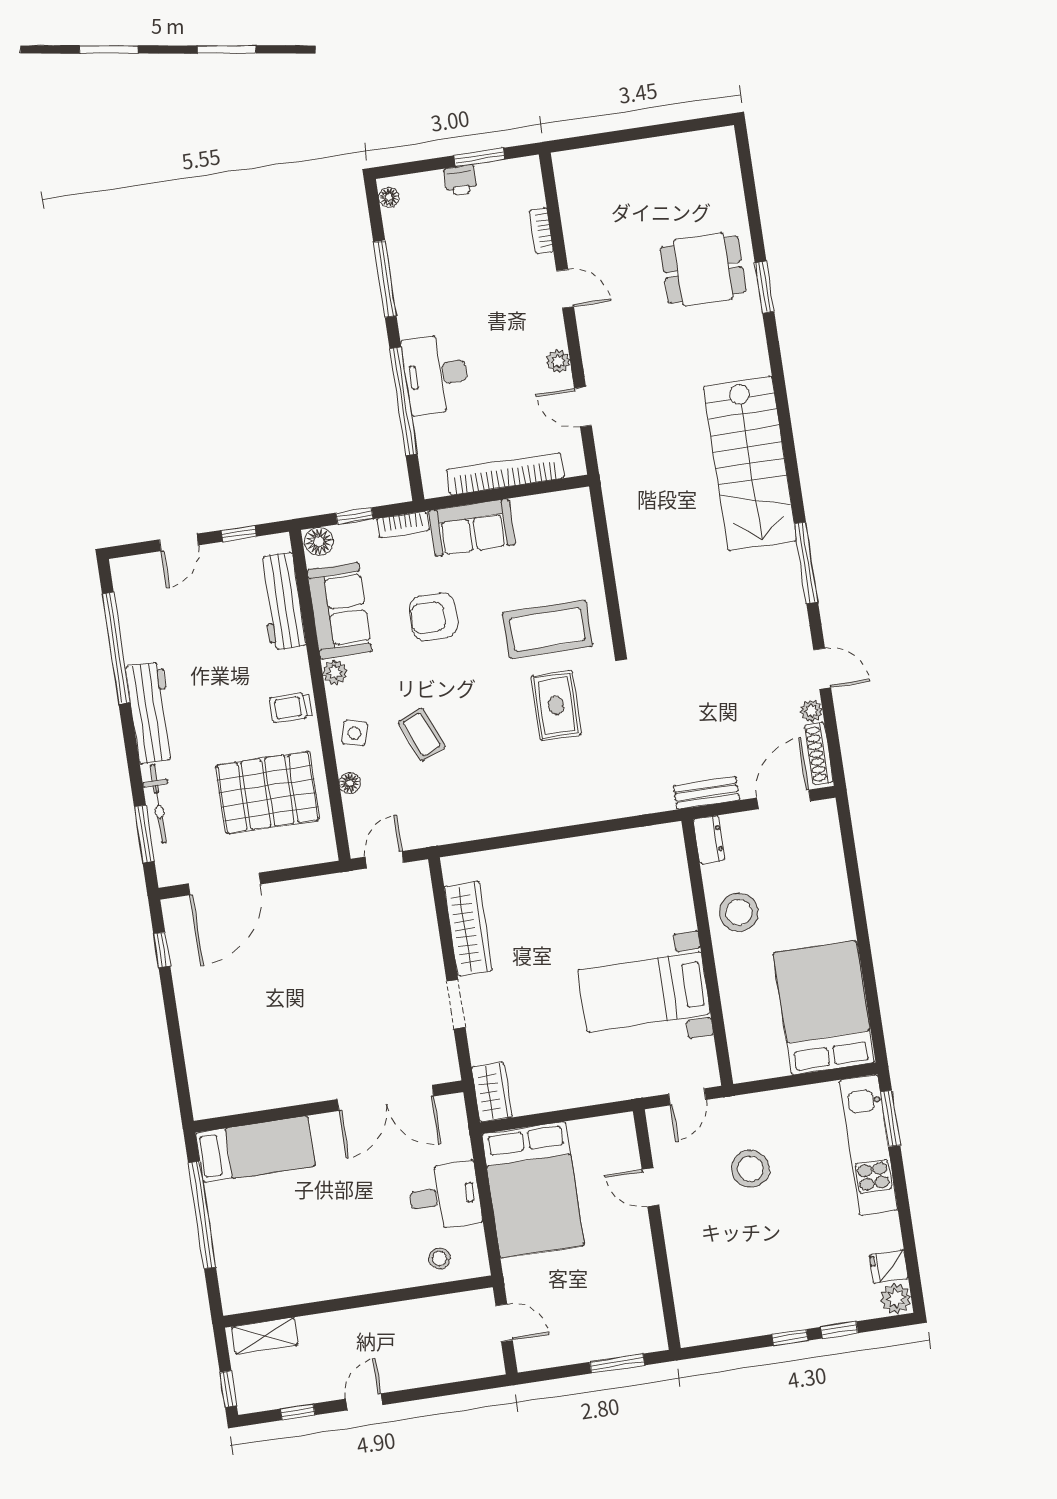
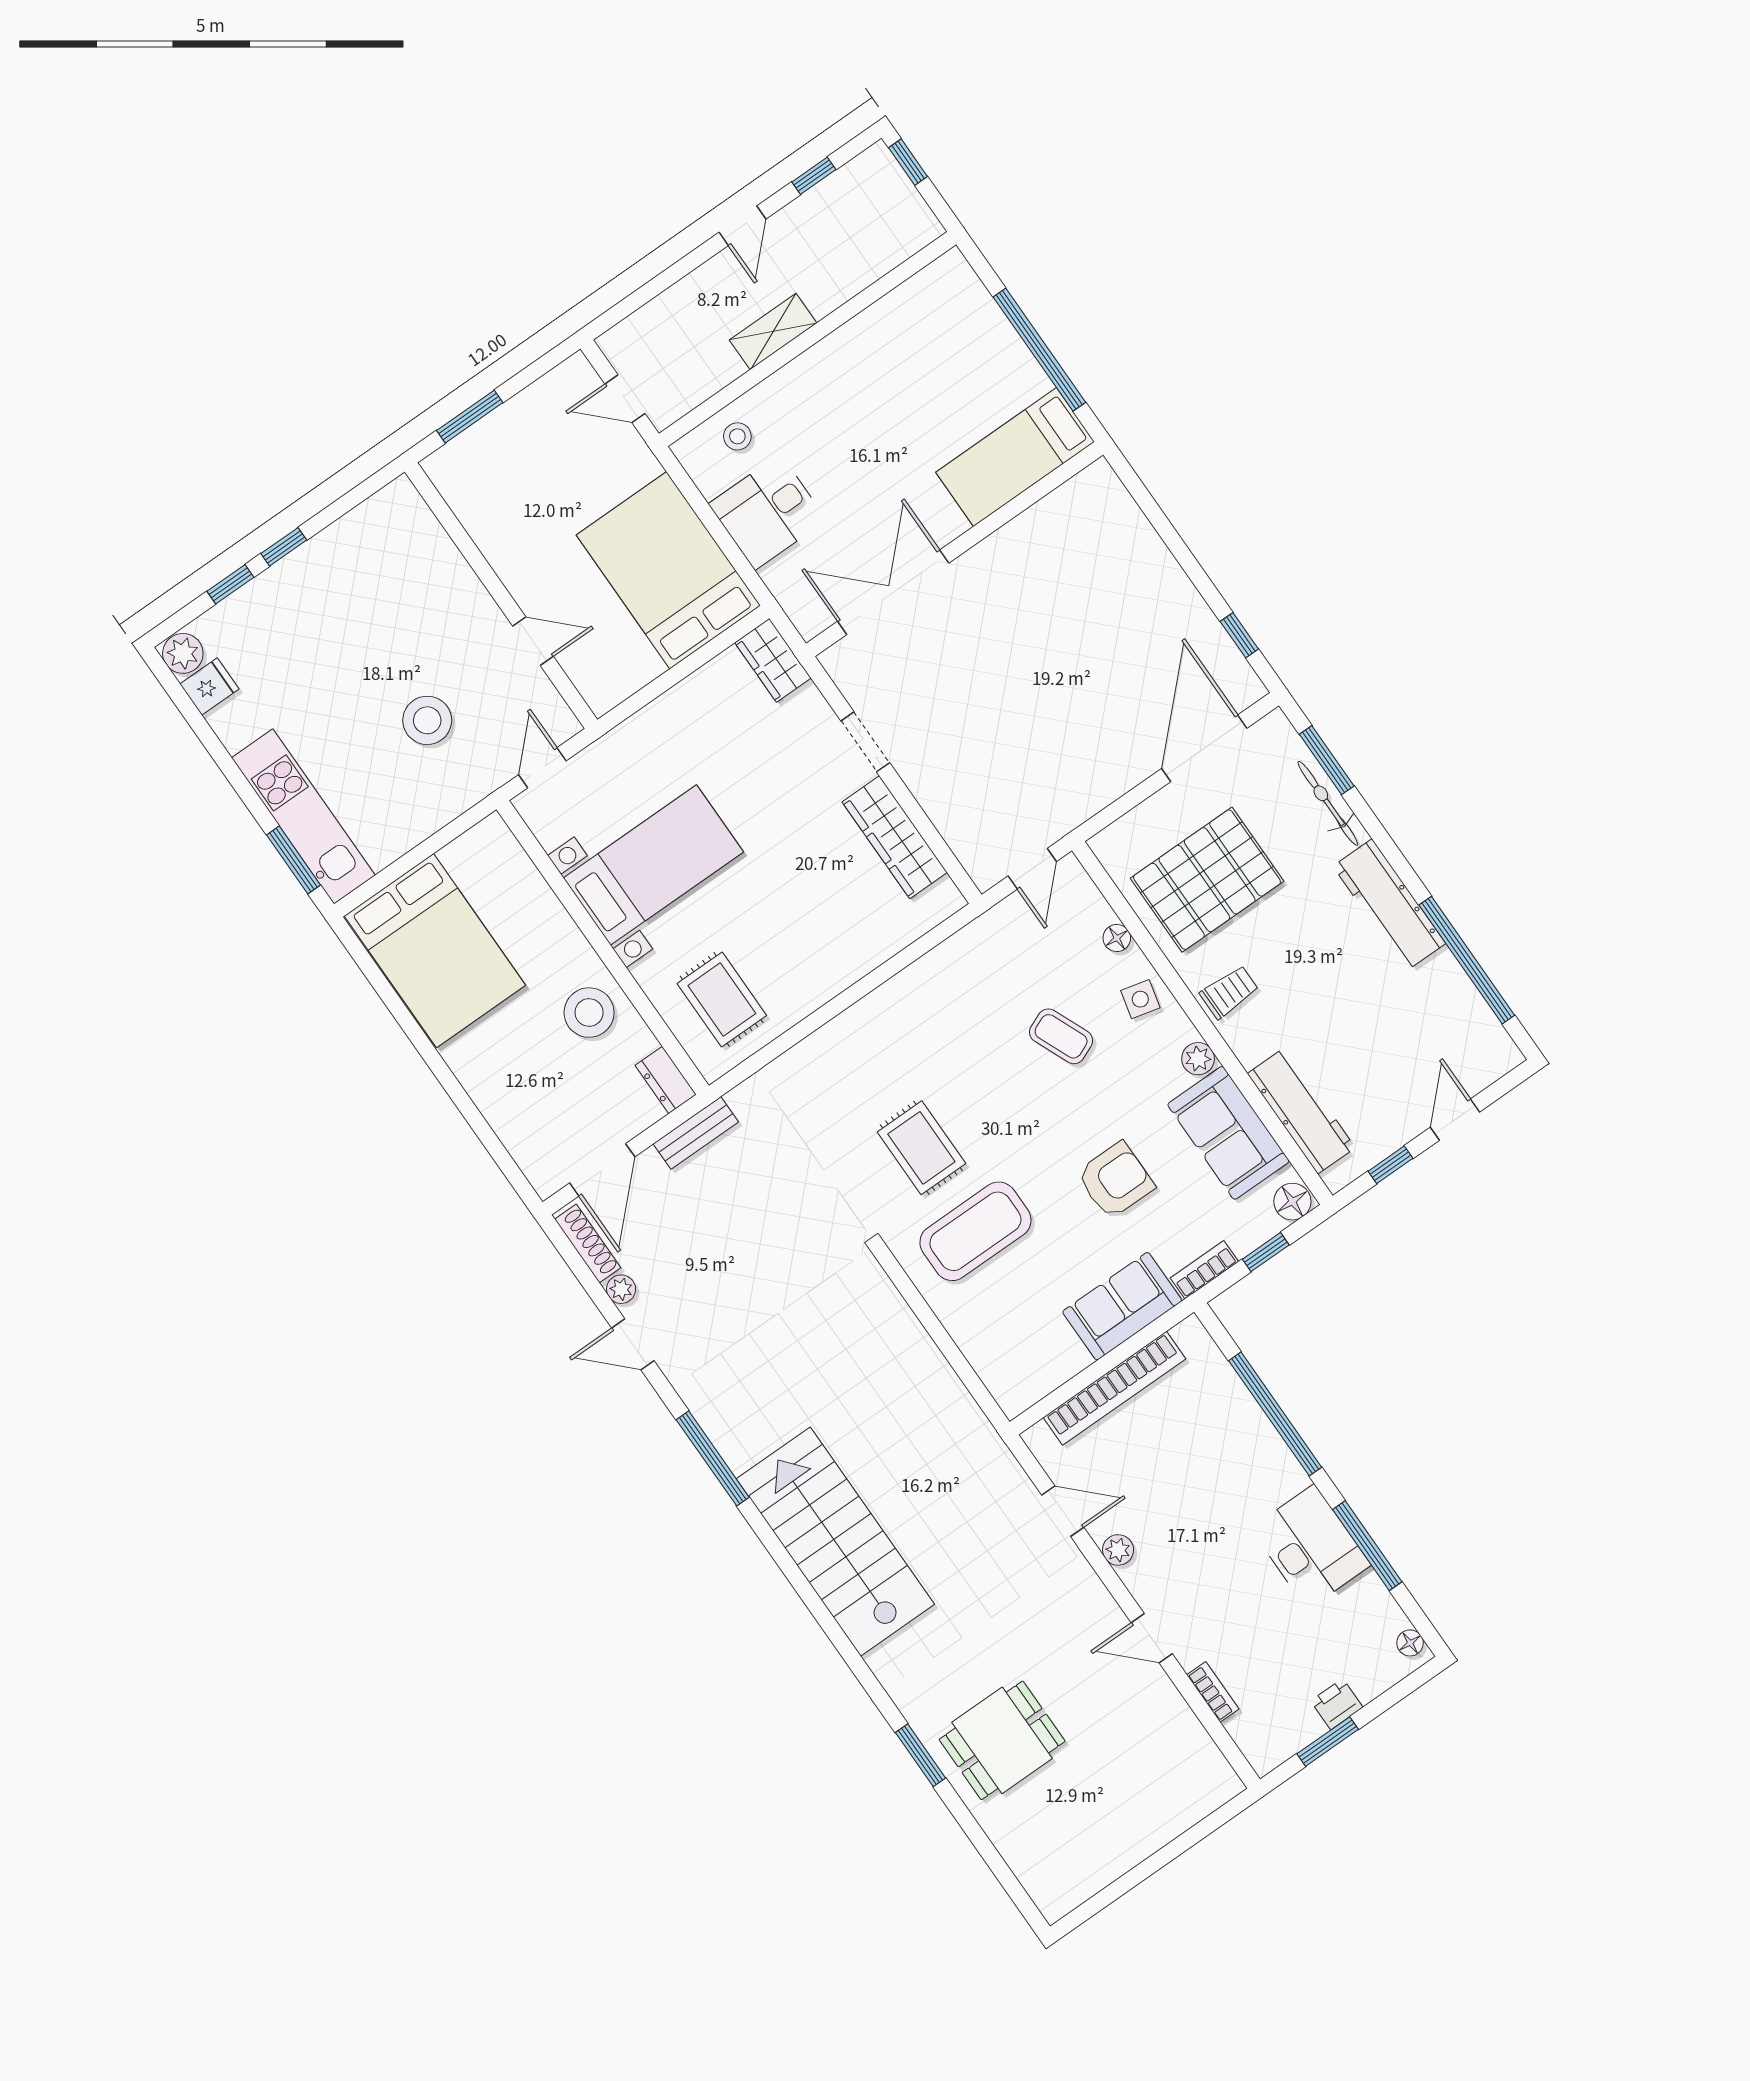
desk: (436, 374) -> (1311, 1547), moved
rug: (643, 876) -> (722, 999), added
shelving: (265, 1336) -> (773, 331), moved

